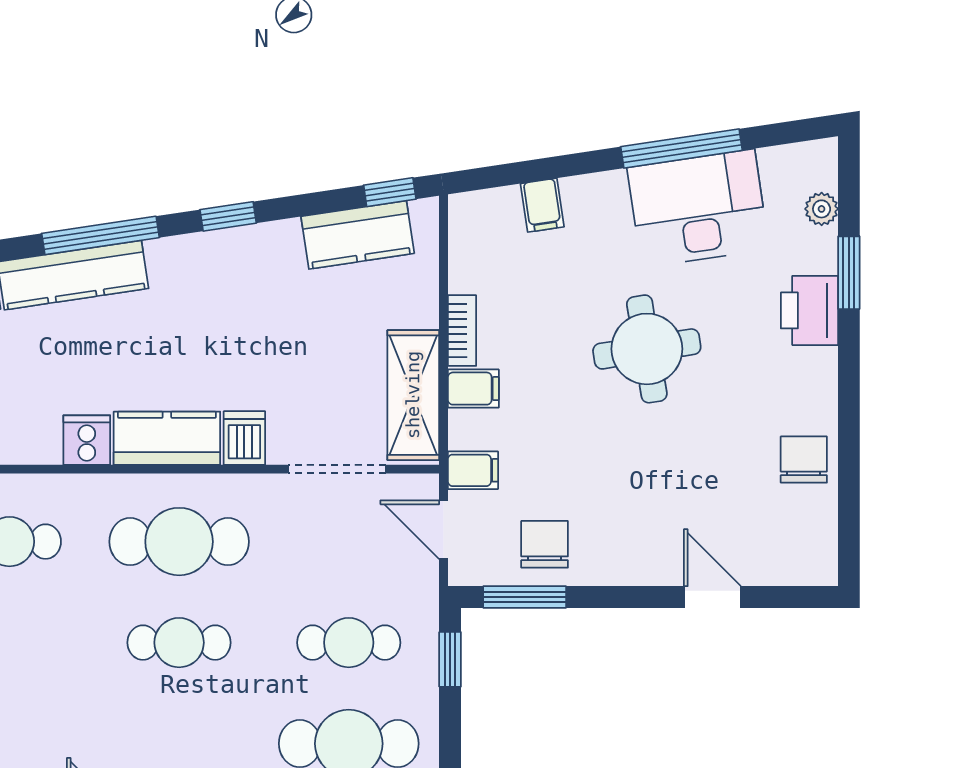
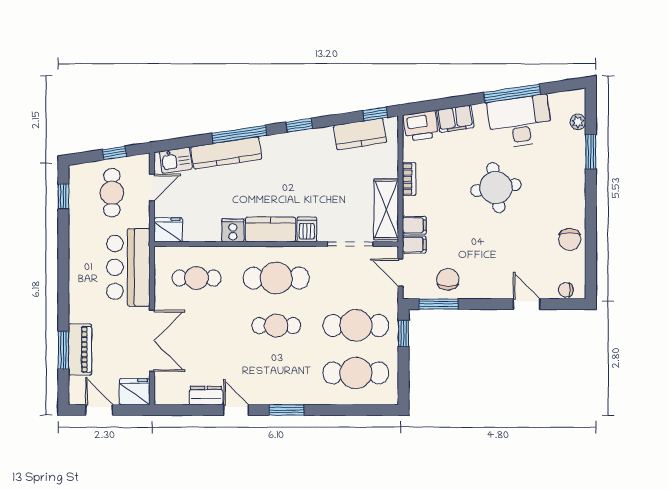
filing cabinet: (542, 205) -> (455, 119), width x2.00
printer: (809, 310) -> (421, 126), moved, turned -99
filing cabinet: (473, 389) -> (414, 225), moved
chair: (804, 460) -> (570, 240), turned 180
chair: (796, 567) -> (566, 290), added
cafe table: (349, 643) -> (356, 325), width x1.37, depth x1.35

